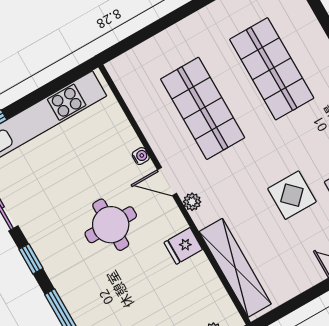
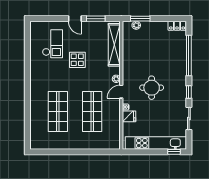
door: (167, 182) -> (121, 92), swing flipped
fridge: (183, 246) -> (129, 116), moved
window: (302, 299) -> (96, 19), added

